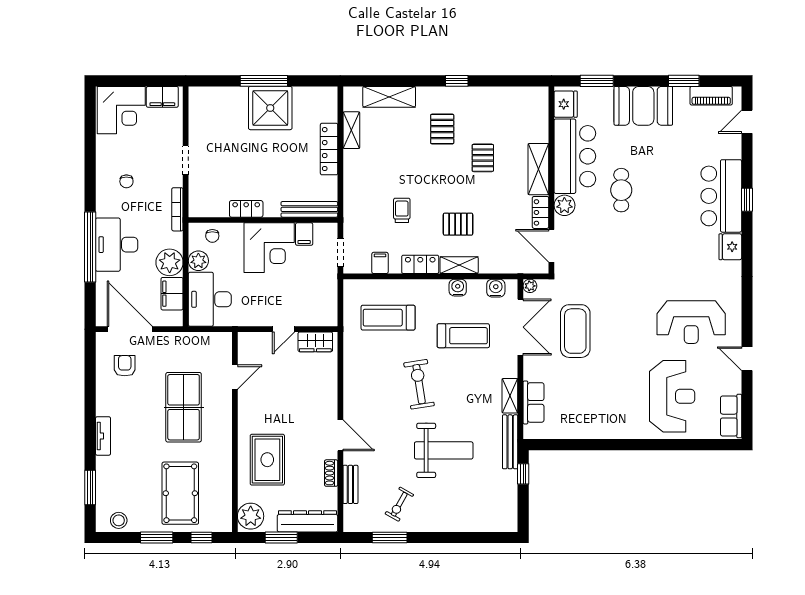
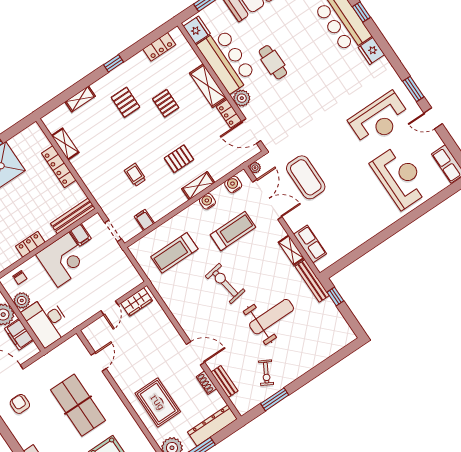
shelving: (389, 97) -> (80, 99), width x0.67, depth x0.75
locker: (420, 264) -> (159, 47), moved, turned 180
window: (747, 315) -> (413, 89), added

